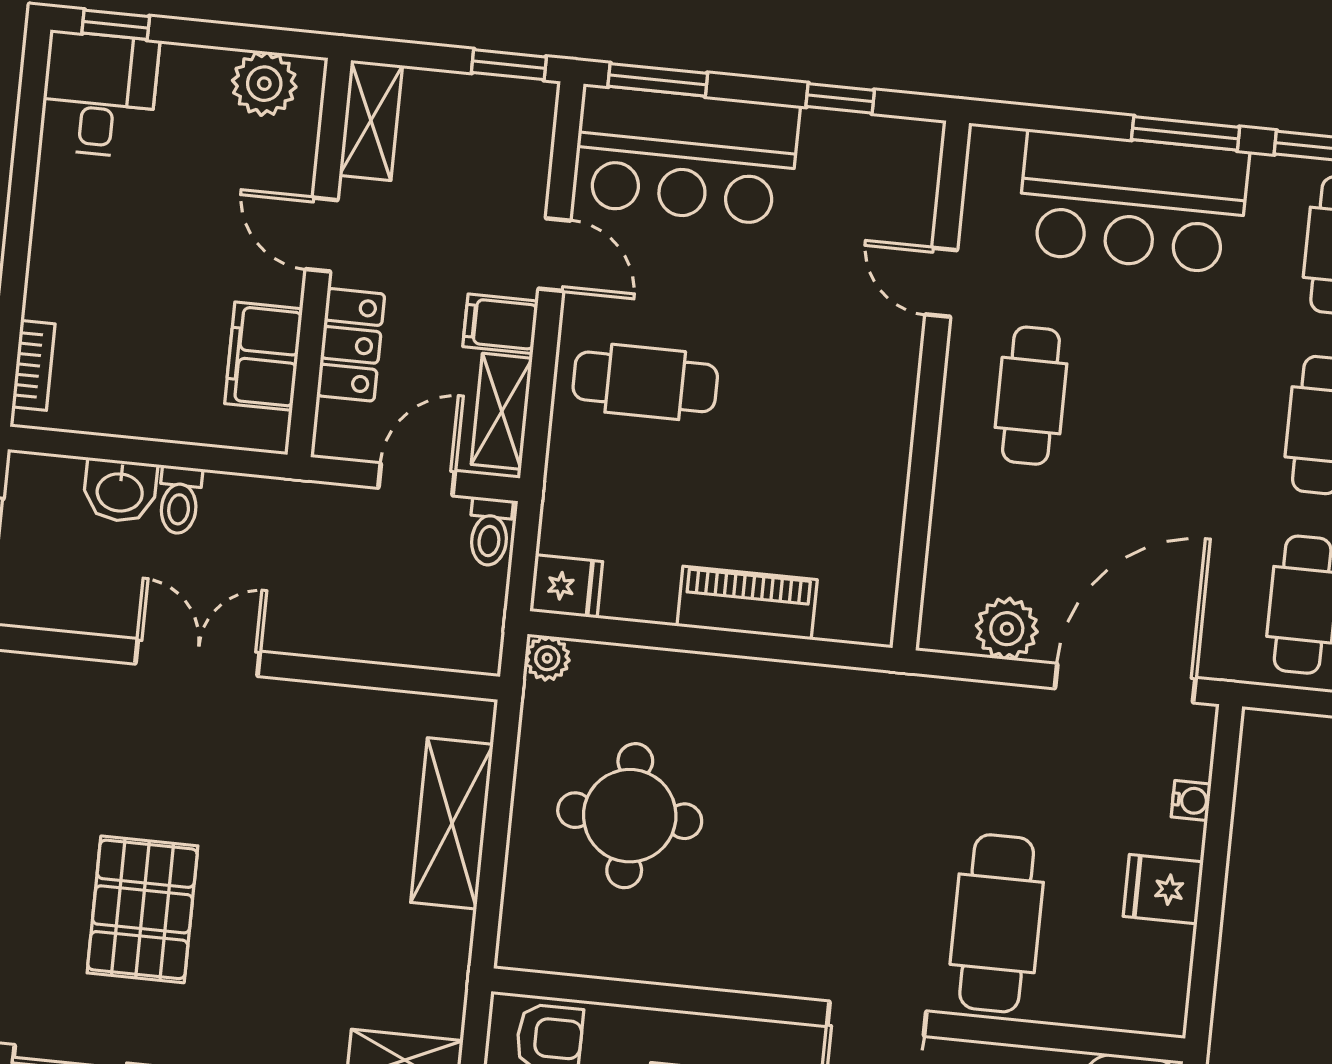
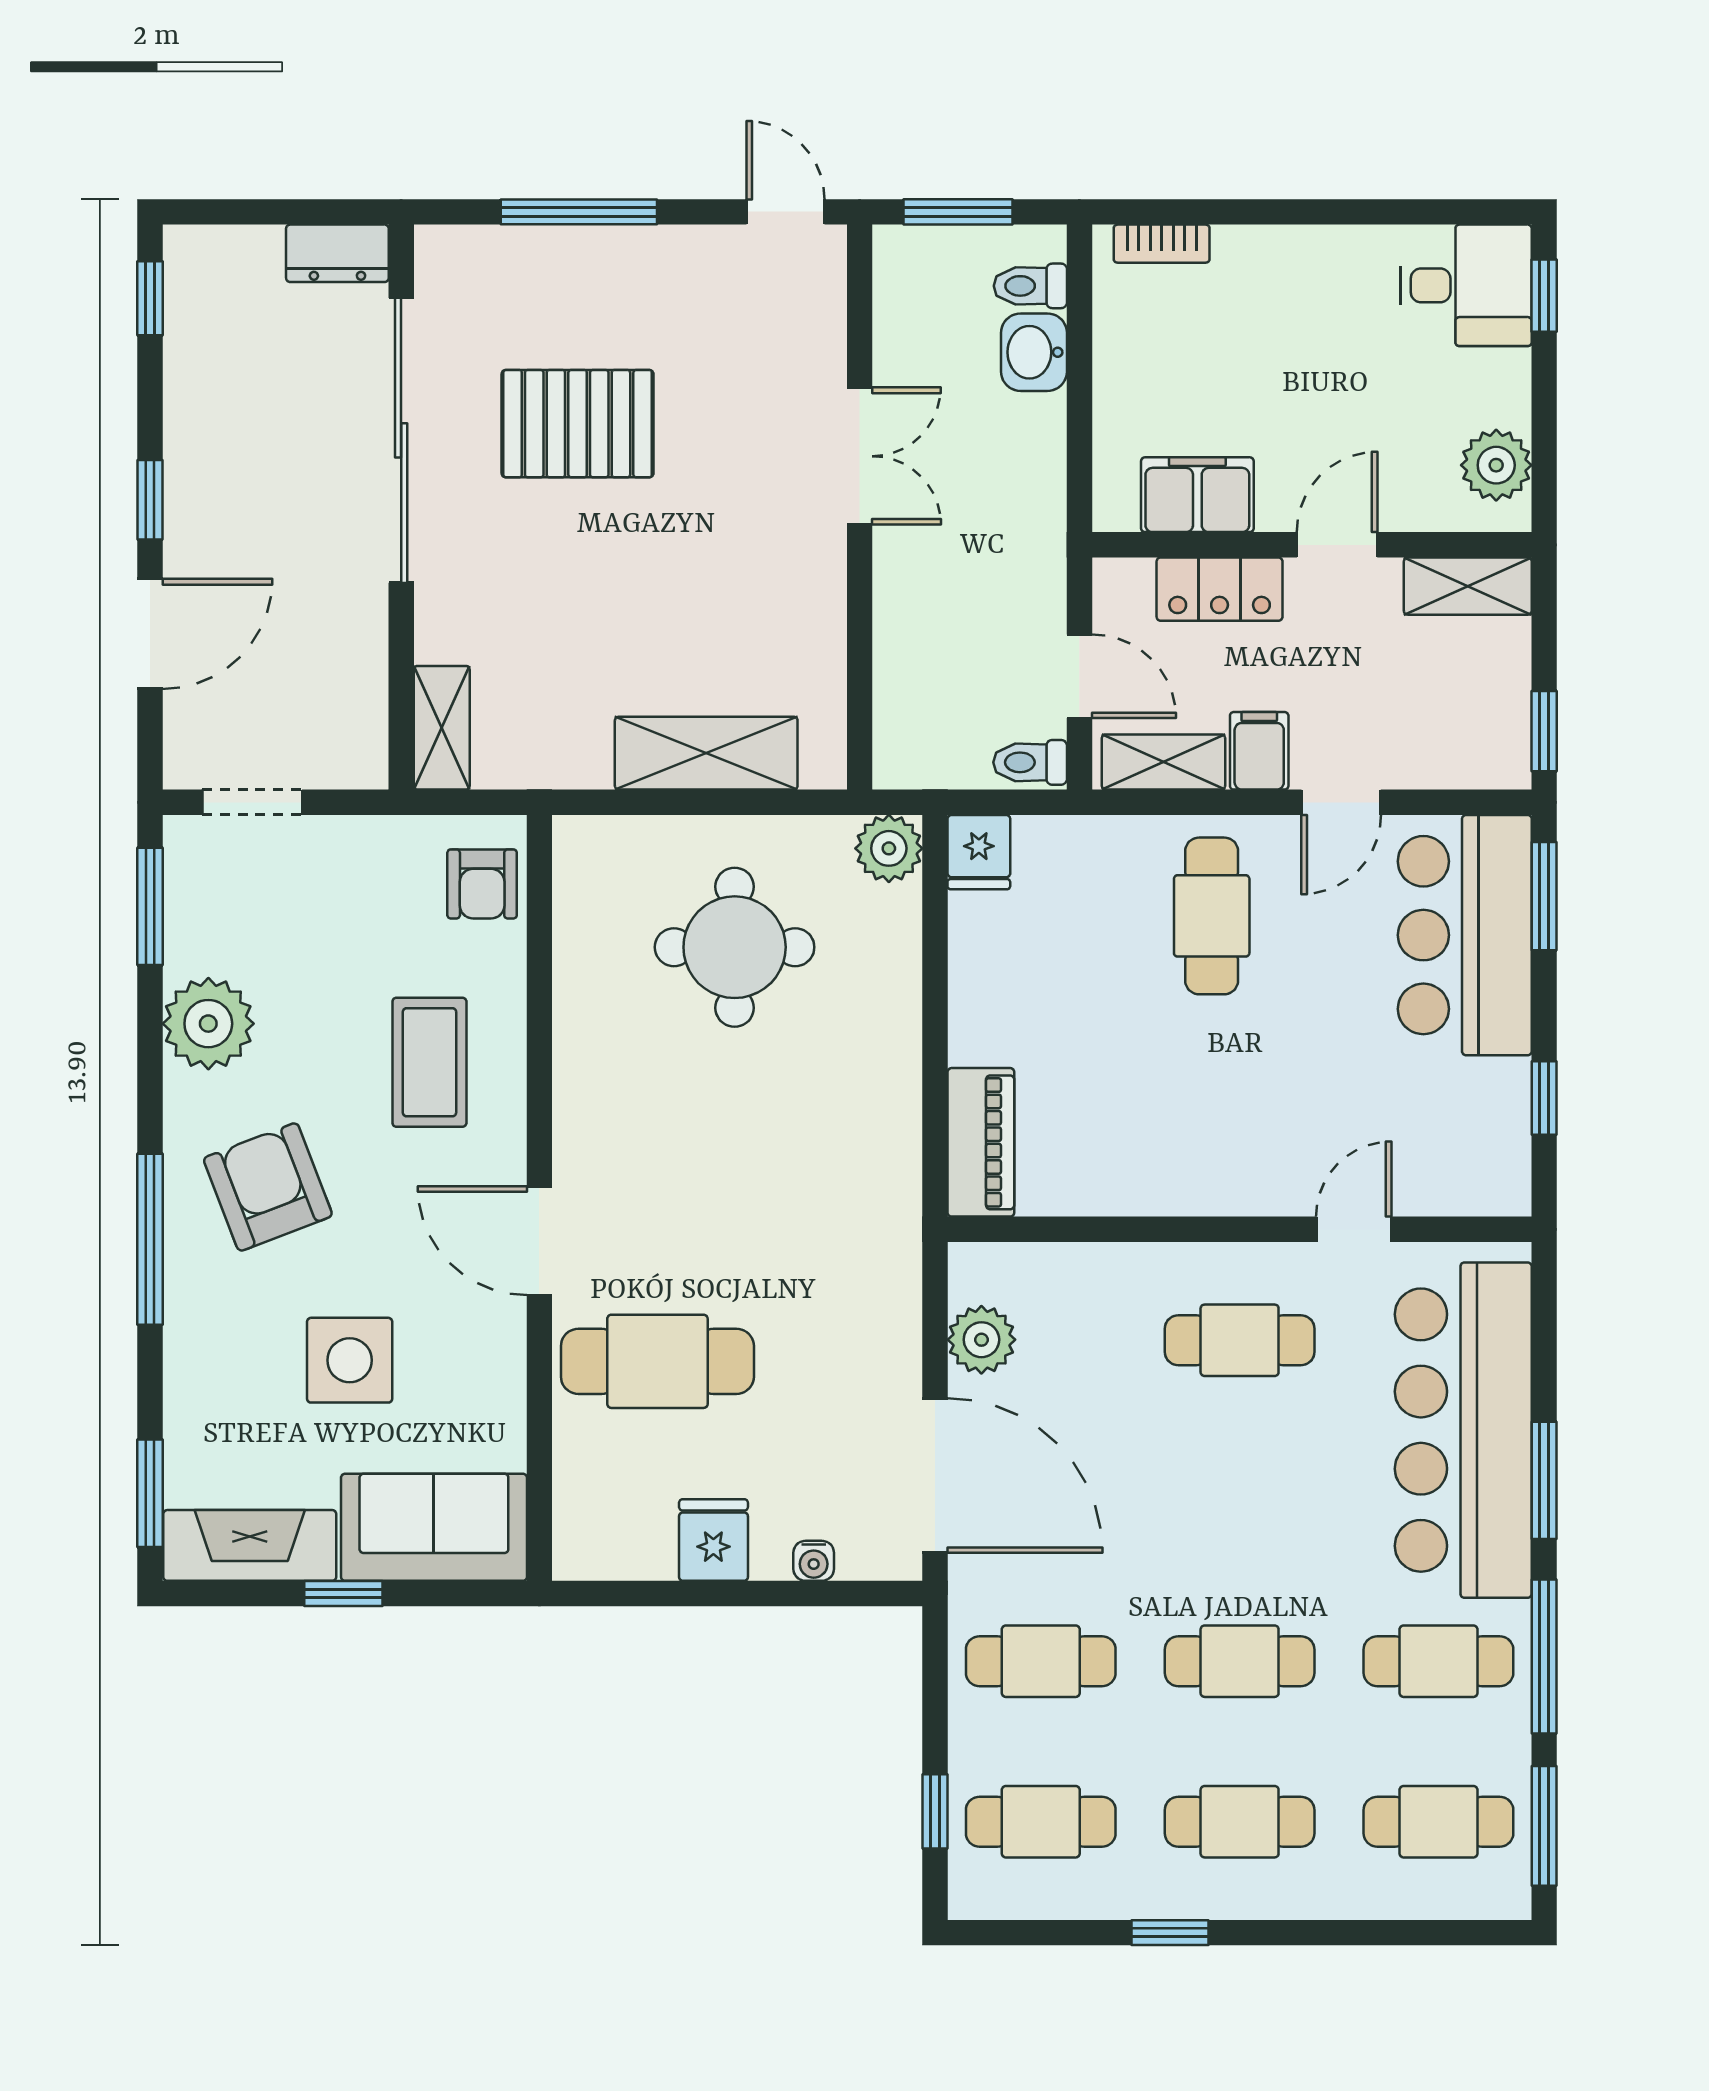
bar counter: (1133, 202) -> (1463, 1430), width x1.36
toilet: (179, 500) -> (1030, 286), moved
piano: (747, 603) -> (981, 1142), moved
plant: (547, 658) -> (889, 848), width x1.38, depth x1.38

